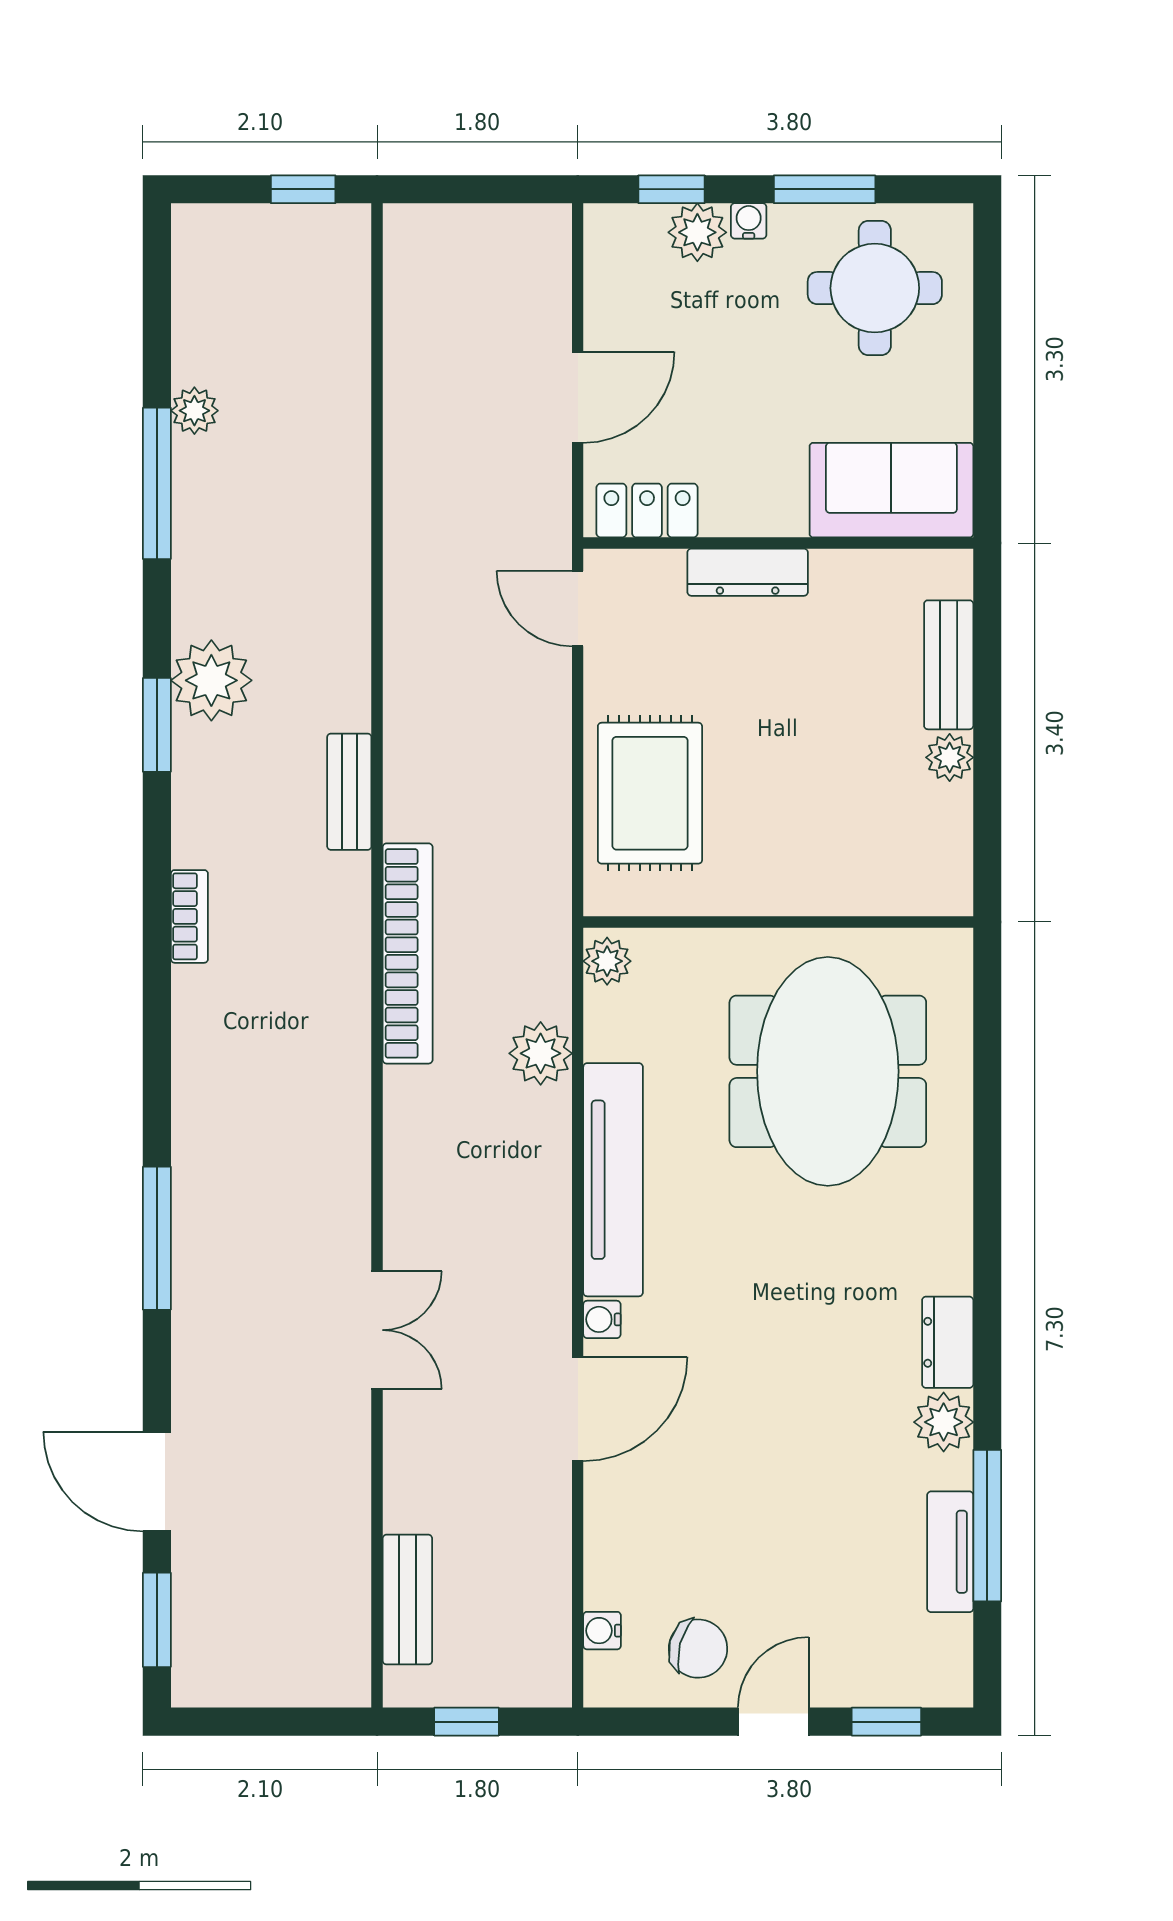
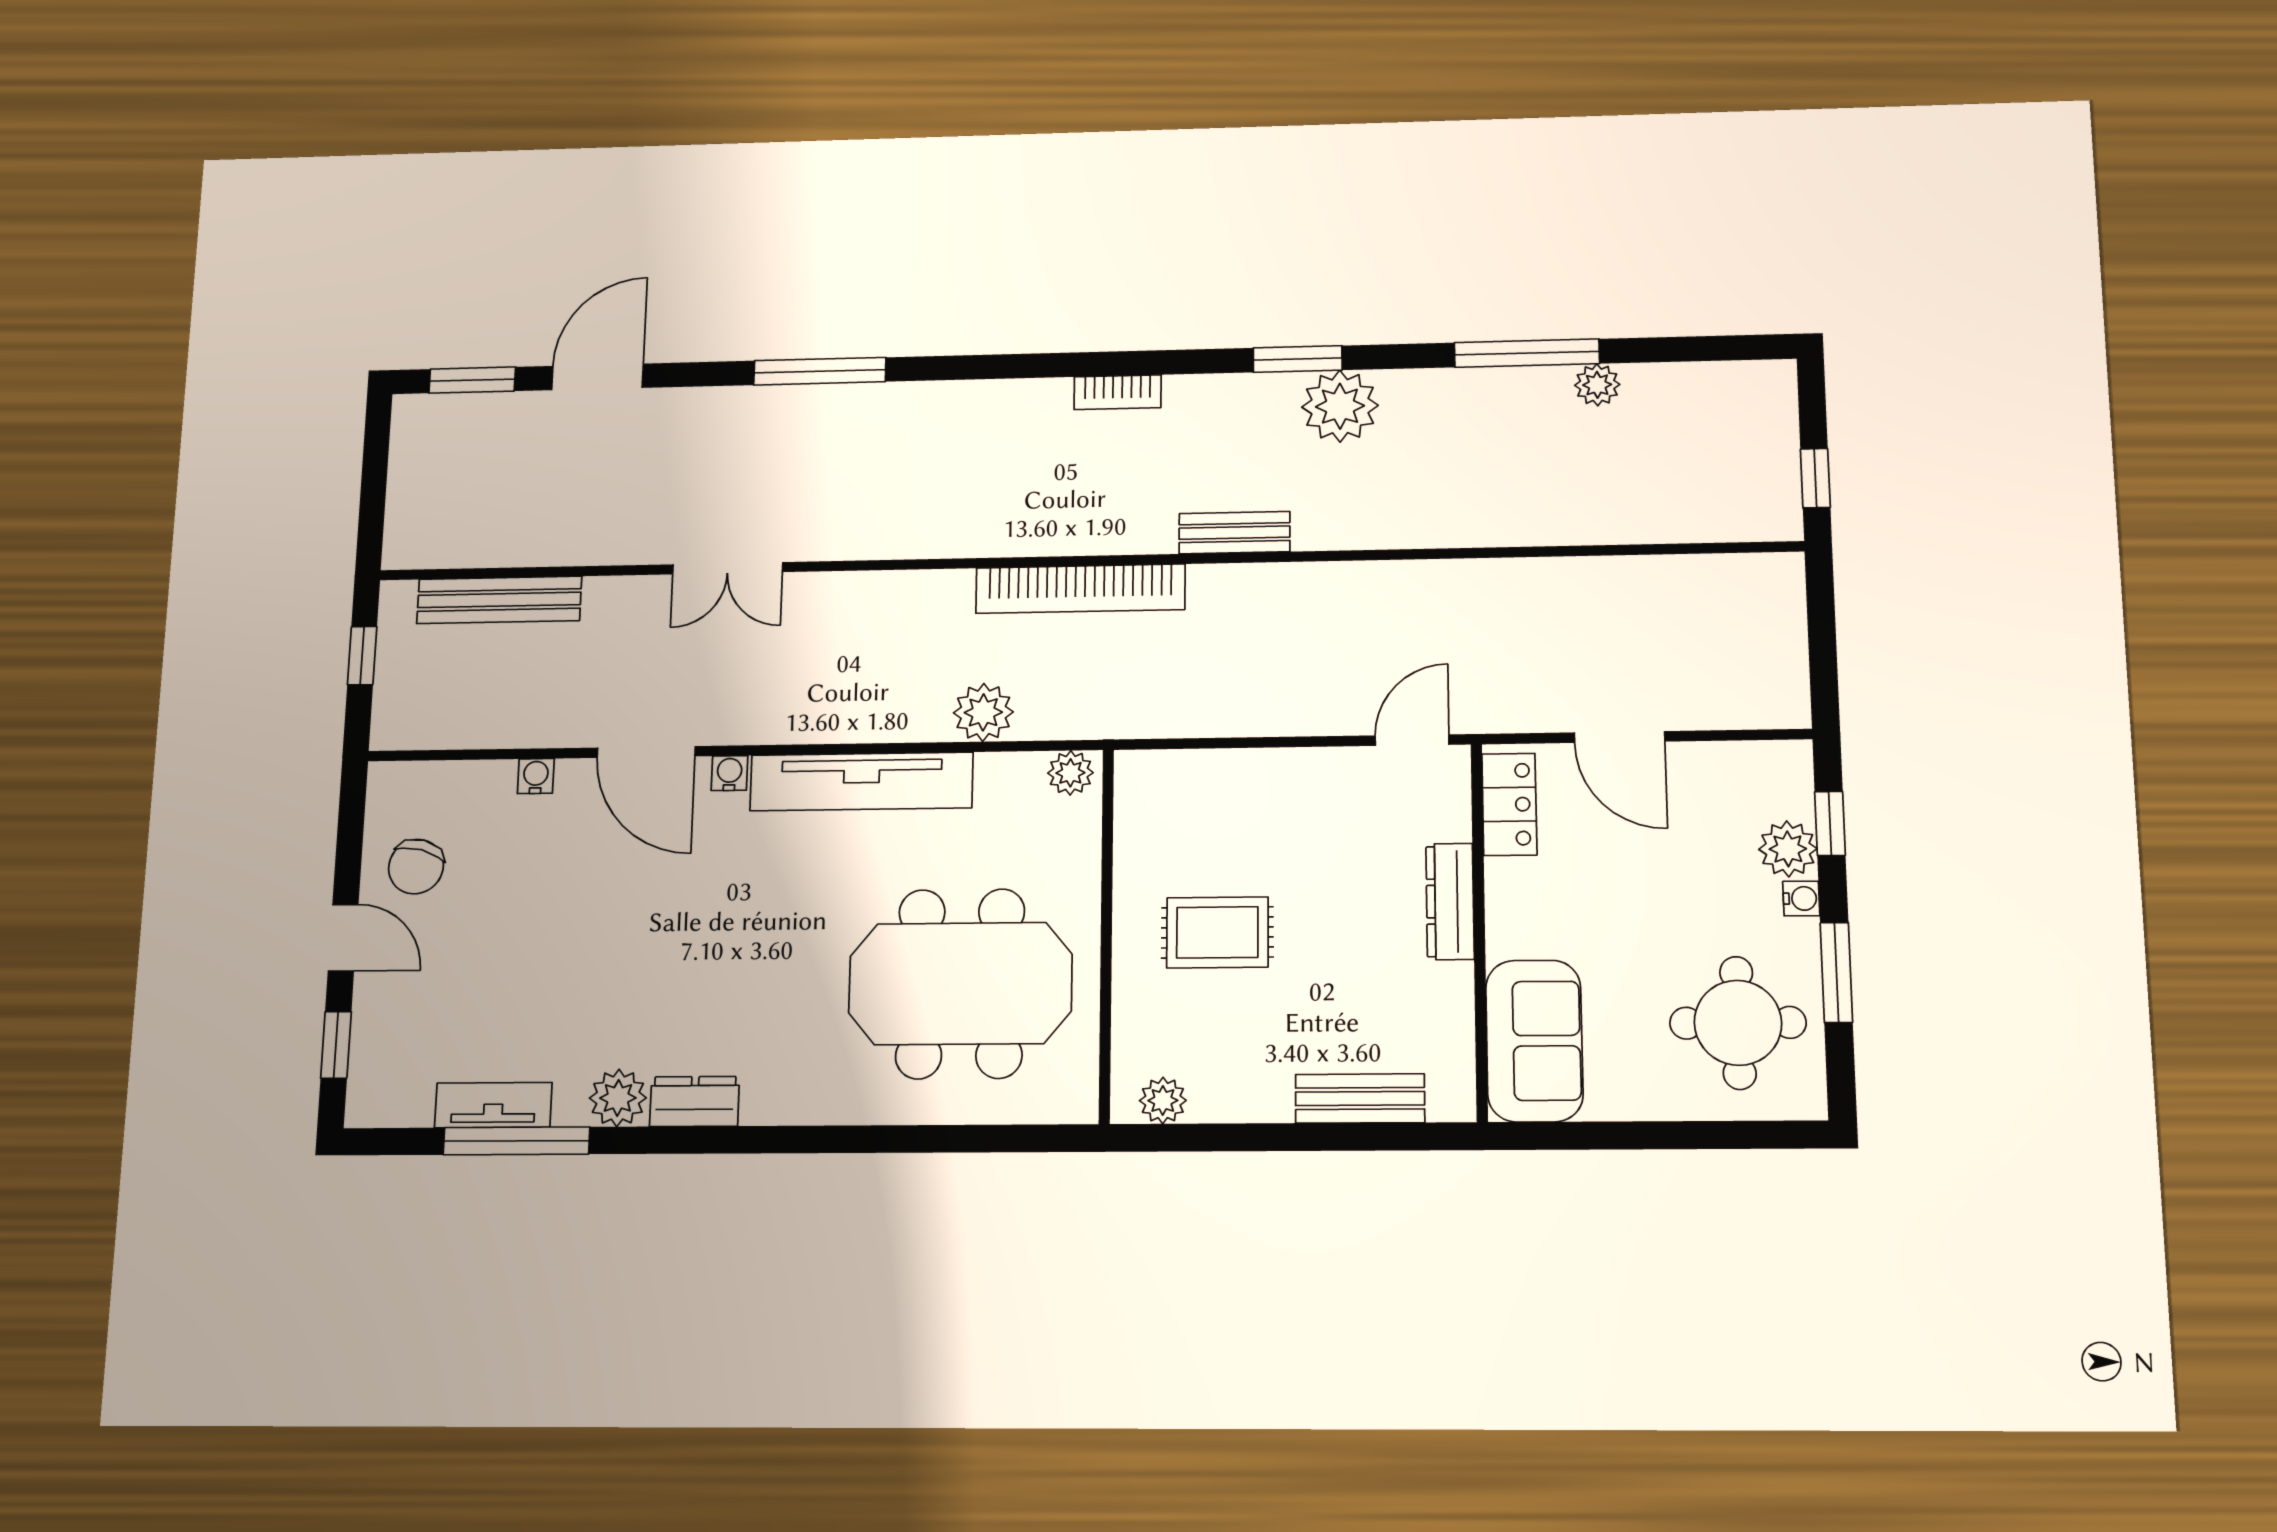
plant: (950, 757) -> (1163, 1100), moved
rug: (650, 793) -> (1217, 932), moved, width x0.73, depth x0.70
bench: (407, 1600) -> (499, 600), width x1.36
water cooler: (602, 1631) -> (536, 776), moved

